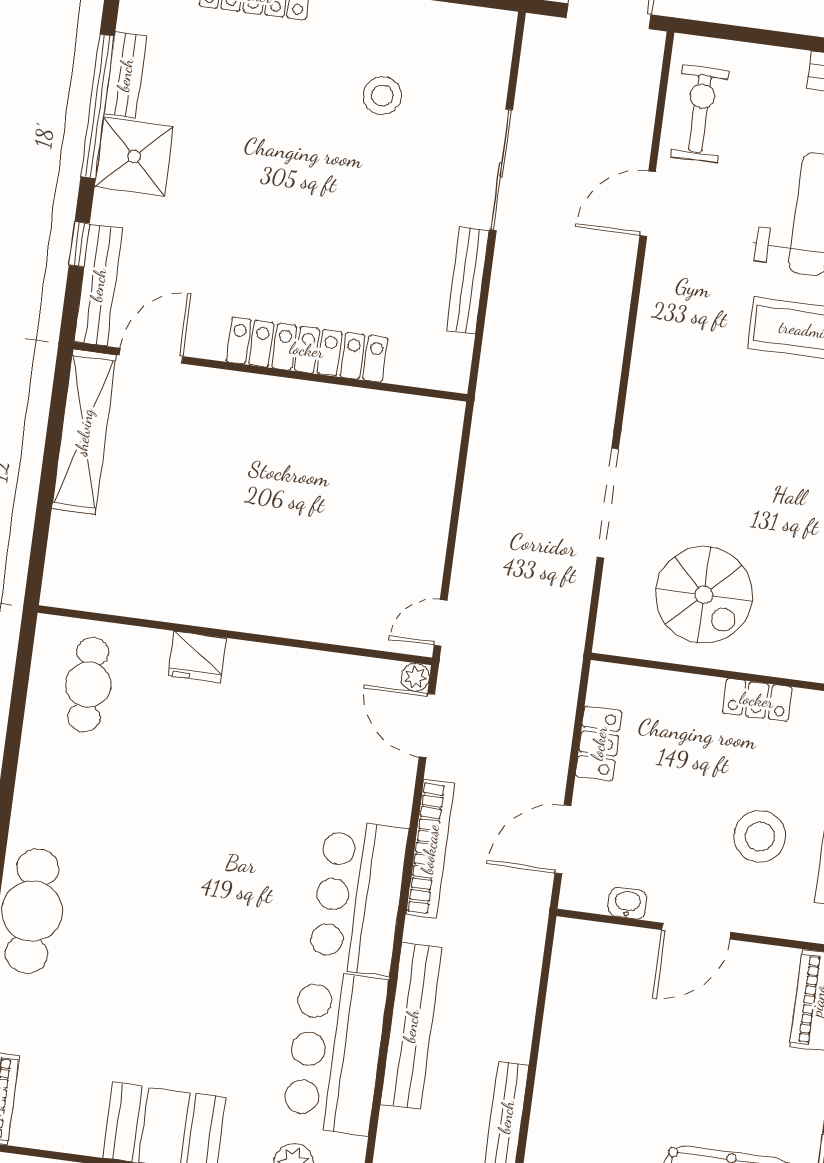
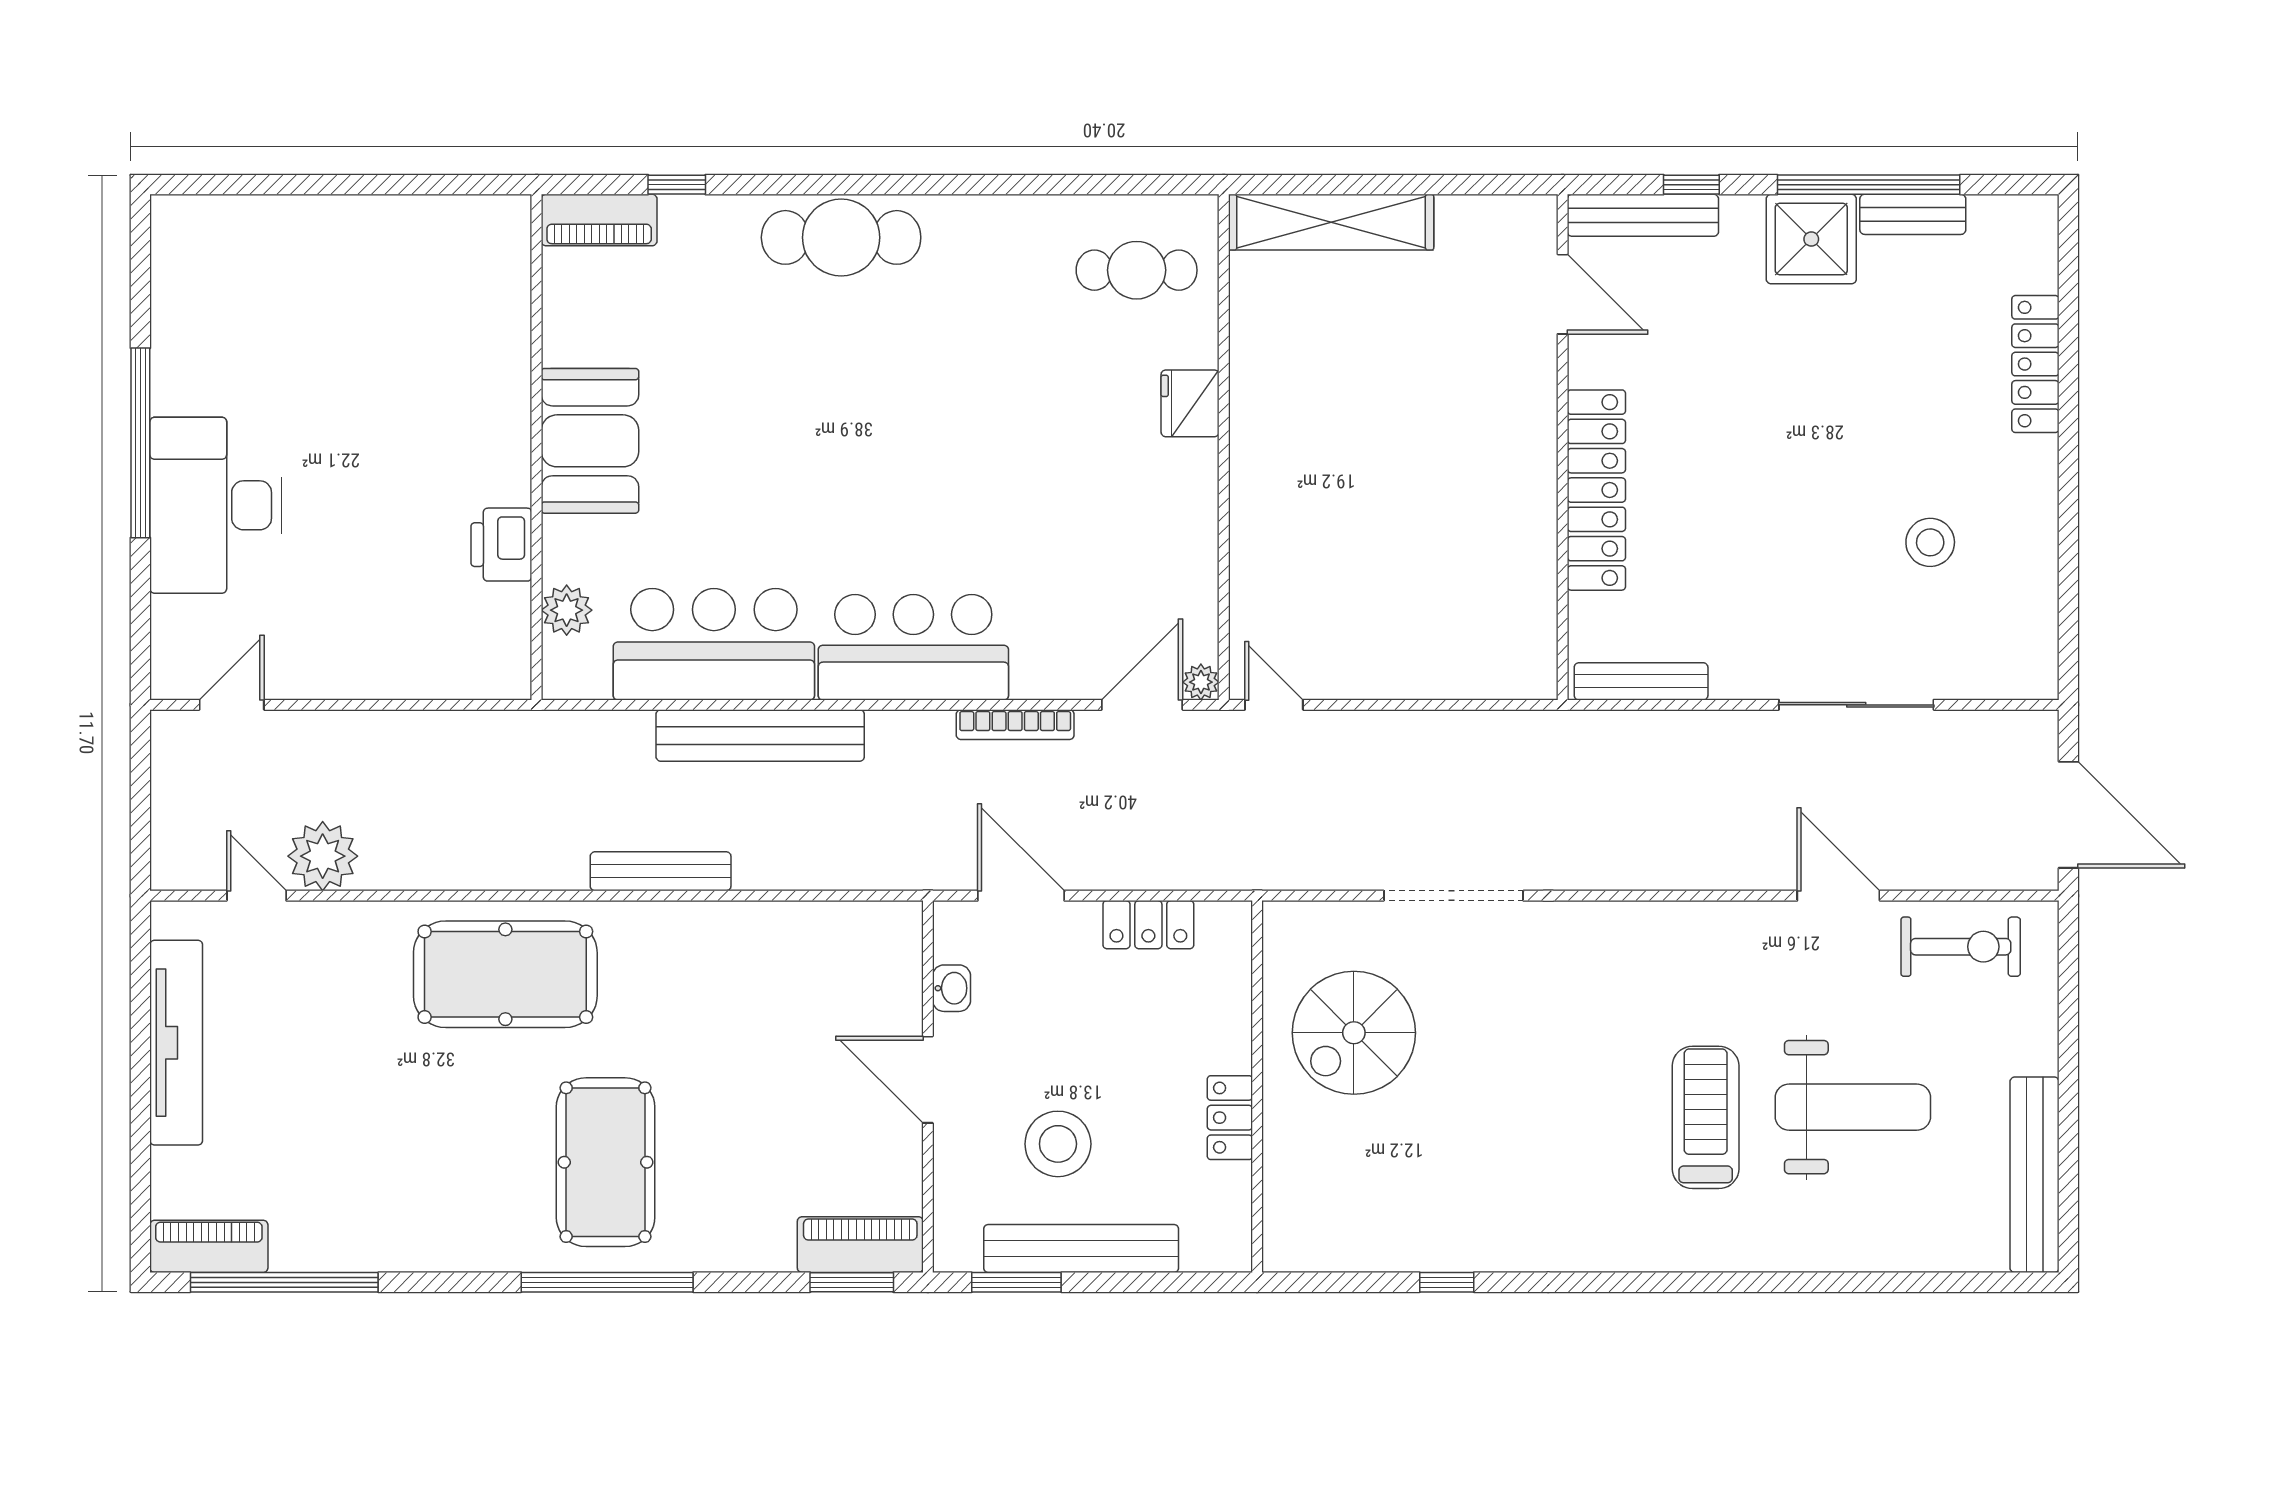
bench: (468, 280) -> (1641, 681), moved
shelving: (84, 432) -> (1331, 222), moved
bookcase: (430, 849) -> (1015, 725), width x0.68, depth x0.76

